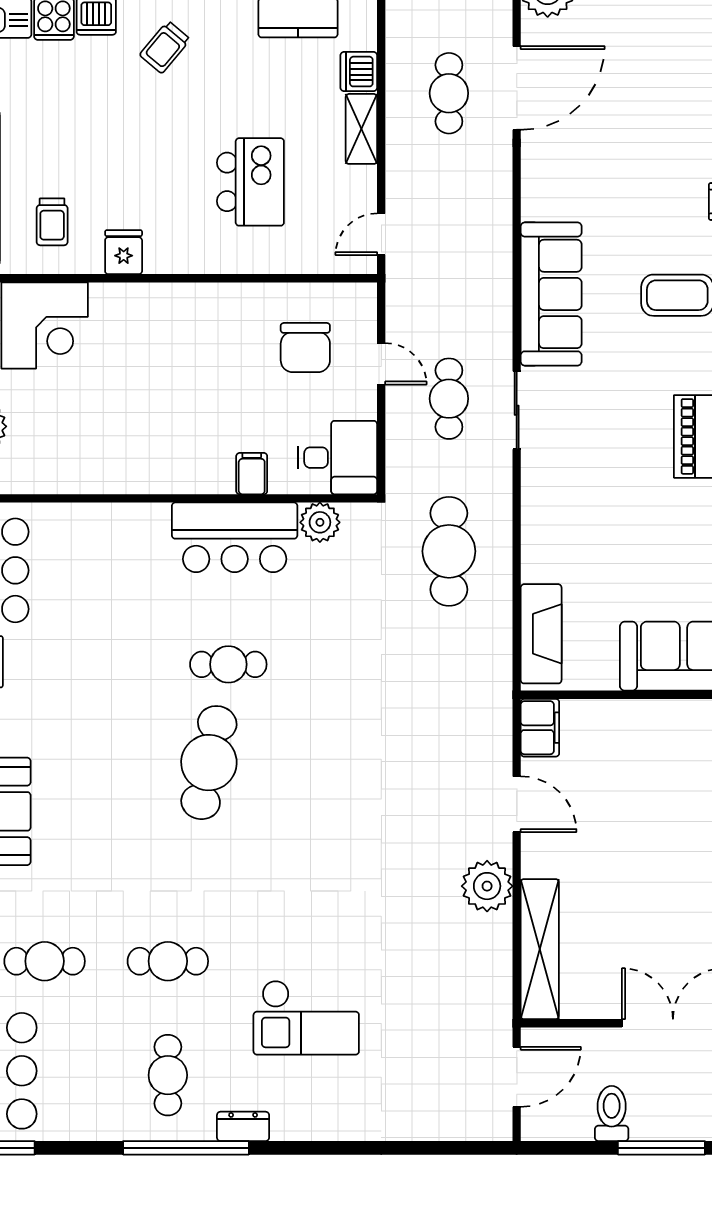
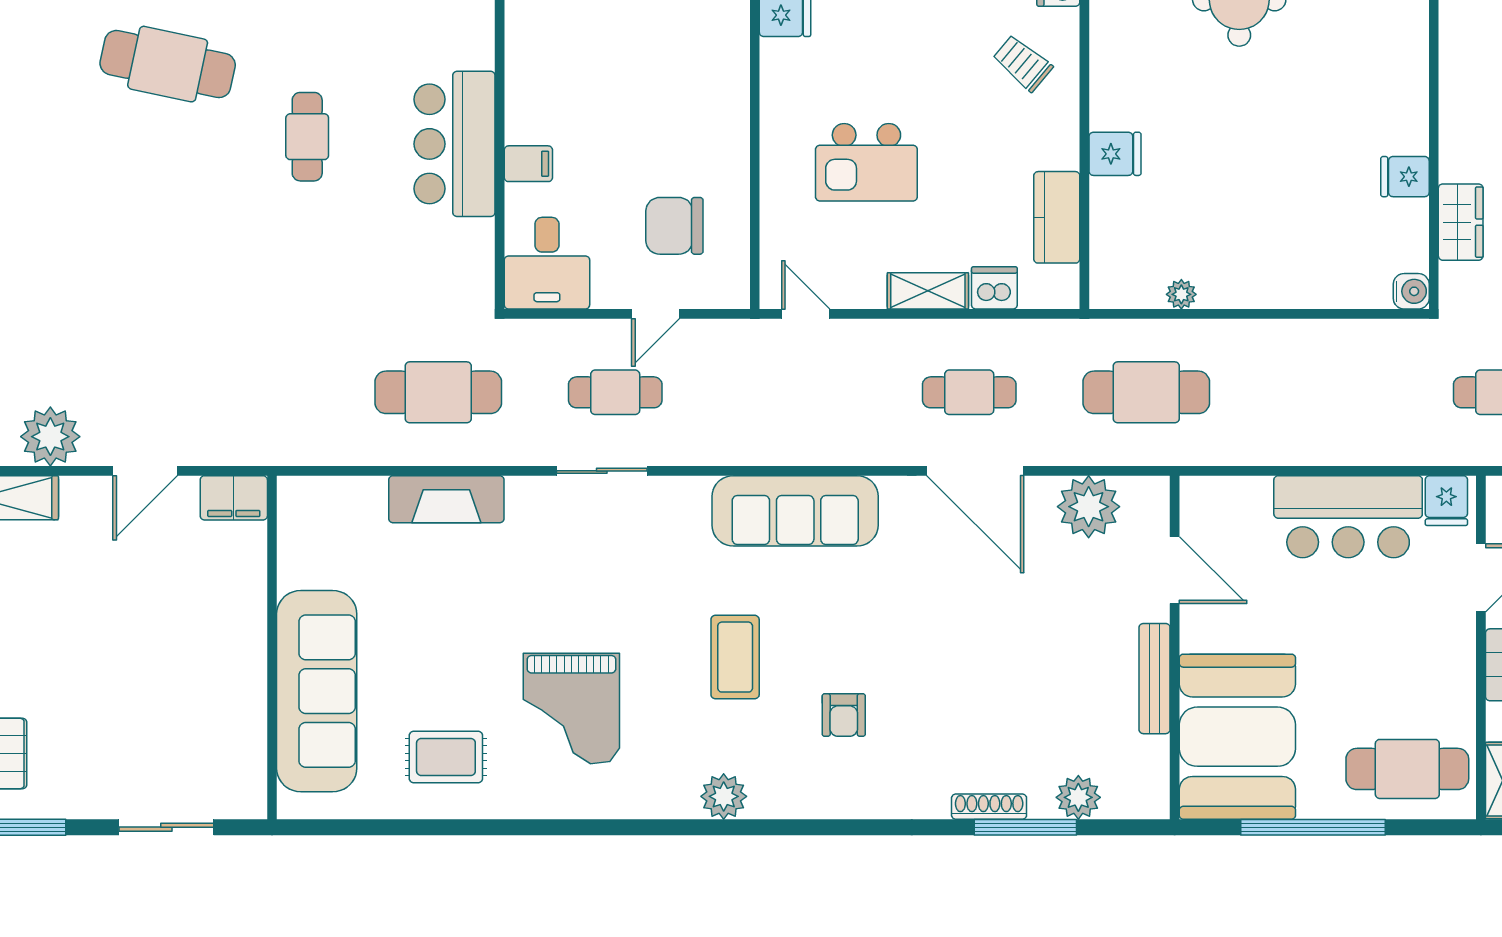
sofa: (551, 294) -> (795, 511), moved
plant: (320, 522) -> (472, 243), removed
fireplace: (541, 634) -> (446, 499), moved
cafe table: (209, 763) -> (168, 64), moved

